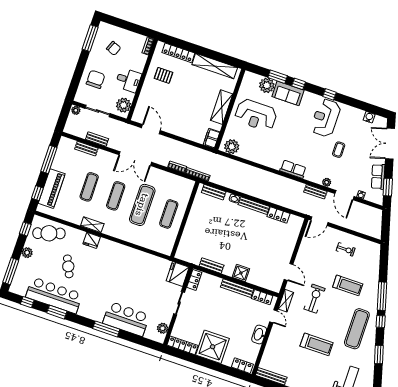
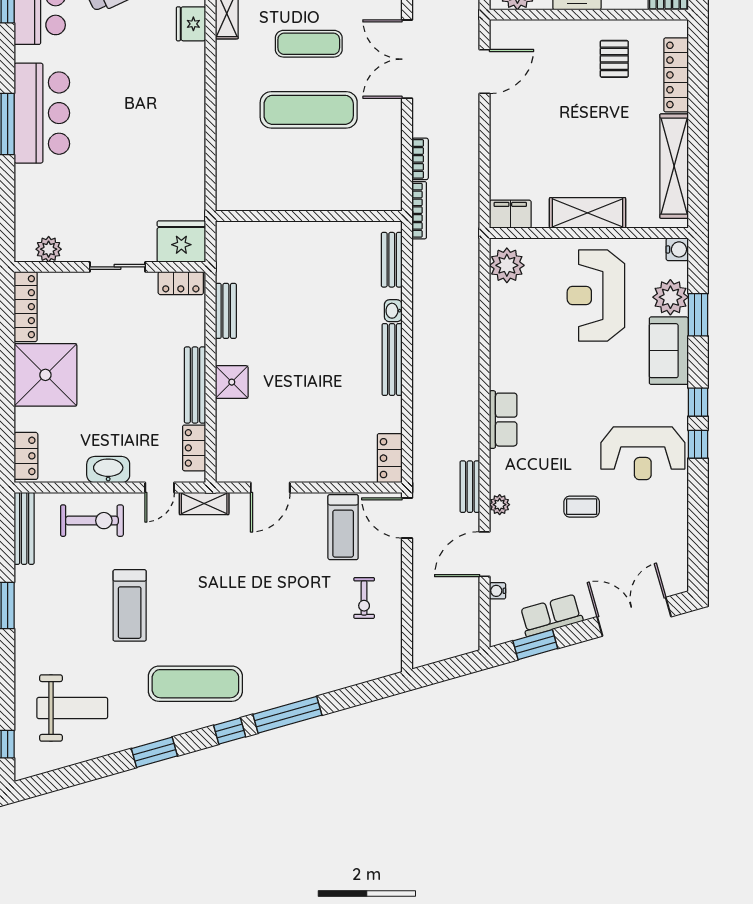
window: (299, 84) -> (698, 402), moved
water cooler: (369, 117) -> (677, 249), moved
reception desk: (326, 118) -> (643, 453), turned 180
exercise mat: (169, 214) -> (309, 176), removed
locker: (278, 215) -> (390, 458), moved
treadmill: (348, 285) -> (343, 527), moved
exercise bike: (314, 299) -> (92, 521), moved
bar counter: (126, 319) -> (42, 113), moved

